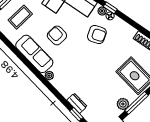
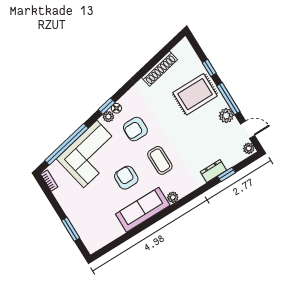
coffee table: (20, 17) -> (160, 160), moved
armchair: (97, 34) -> (135, 129), turned -153
armchair: (57, 35) -> (126, 178), turned 90

